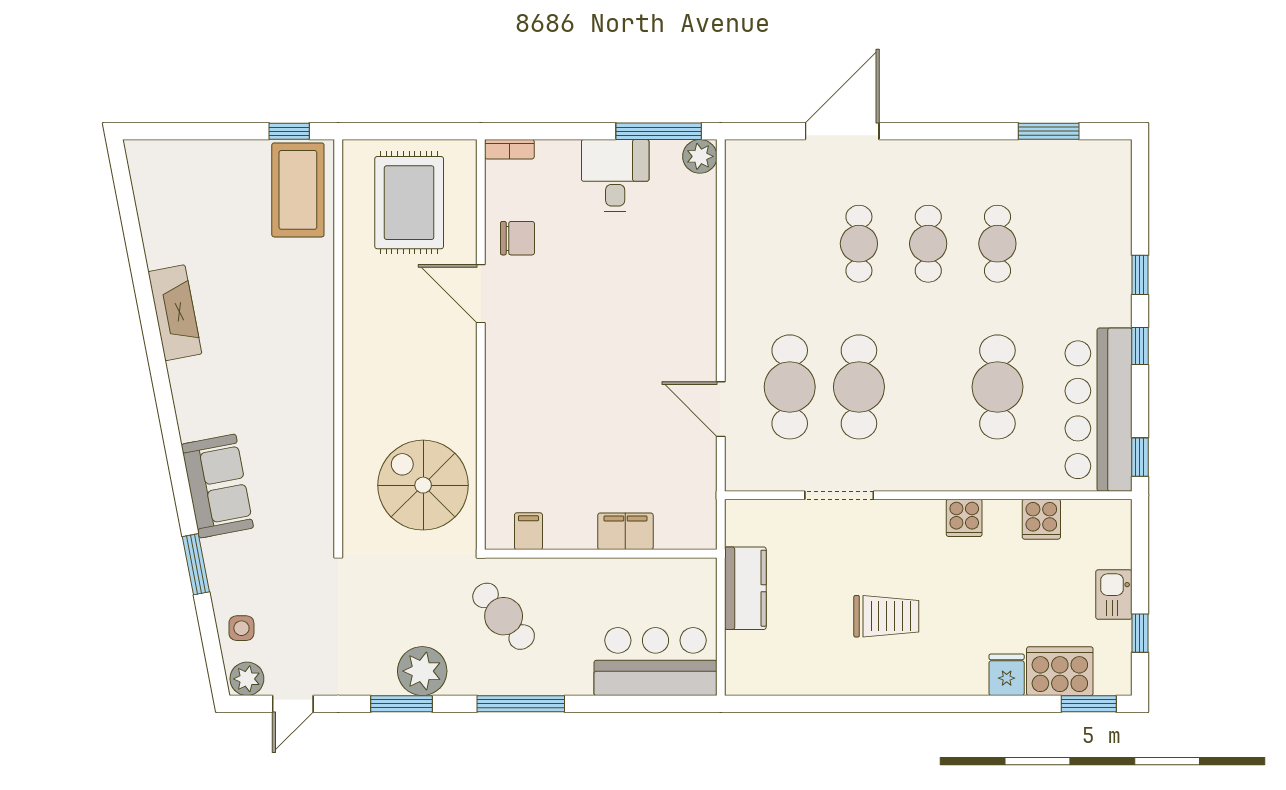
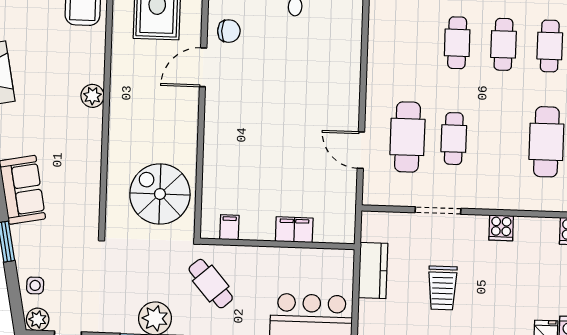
door: (481, 294) -> (203, 67), hinge flipped
plant: (317, 342) -> (92, 96), added
cafe table: (859, 387) -> (454, 139), width x0.73, depth x0.74
cooker: (964, 518) -> (501, 228), moved
trolley: (886, 616) -> (442, 288), moved, turned 90

